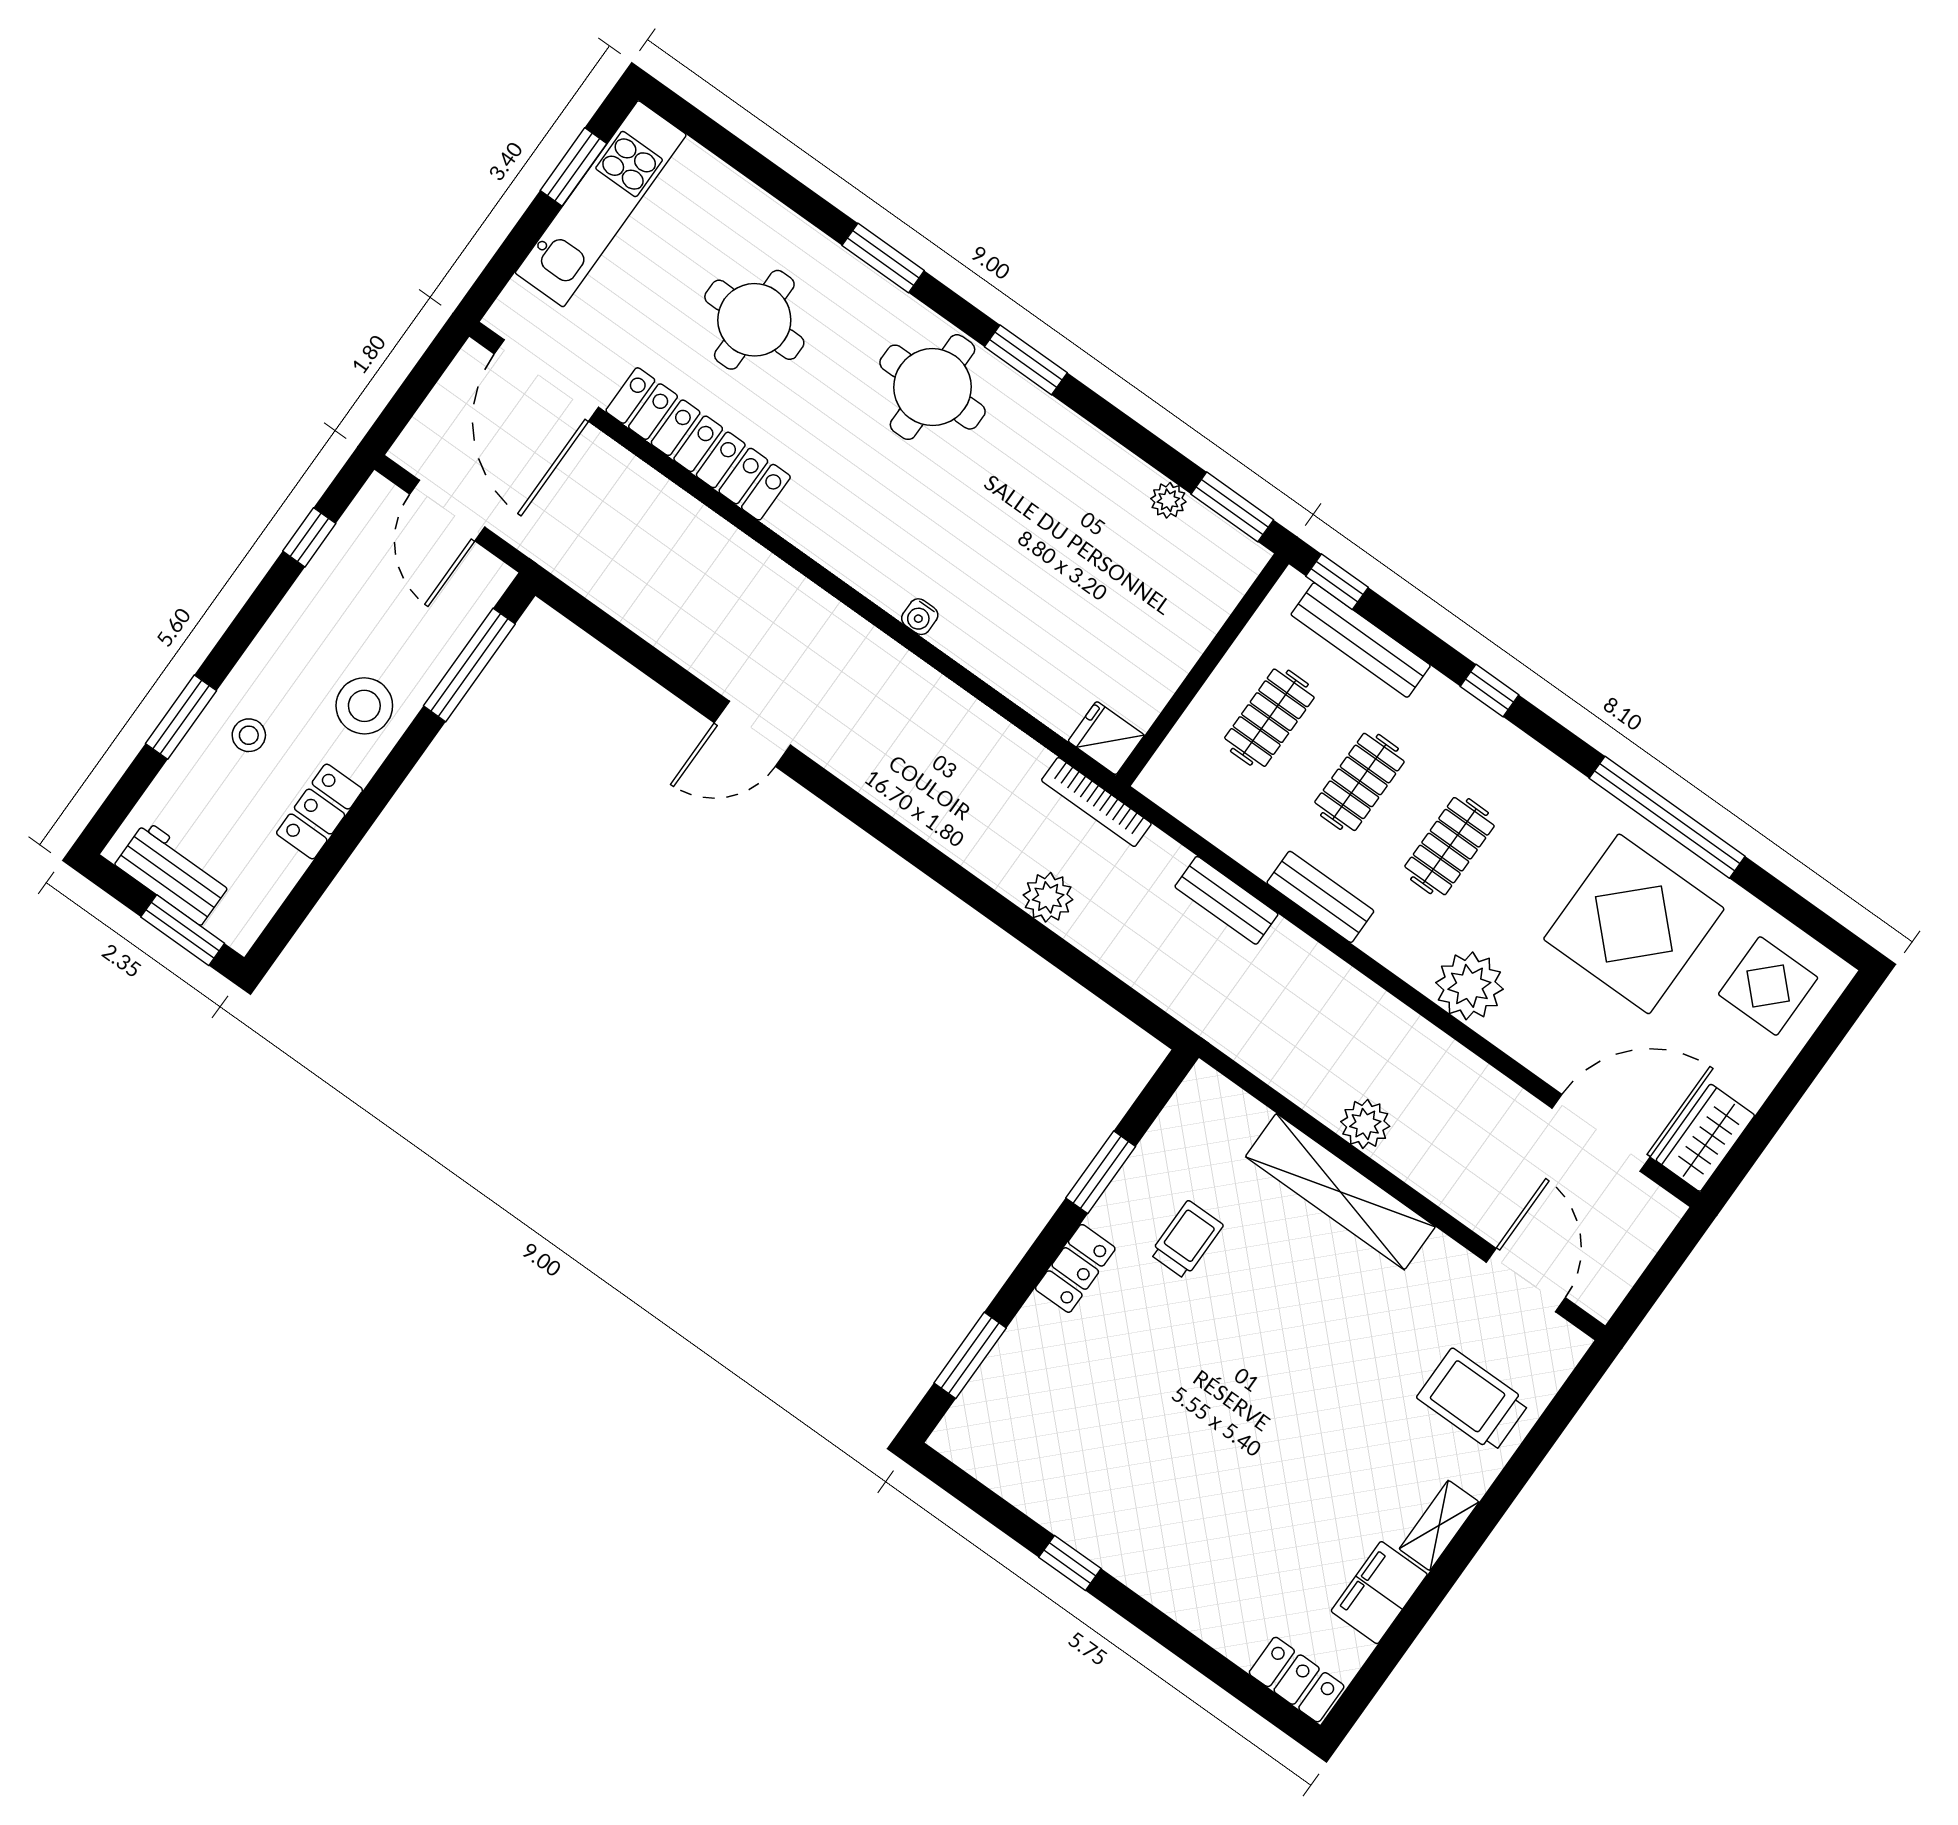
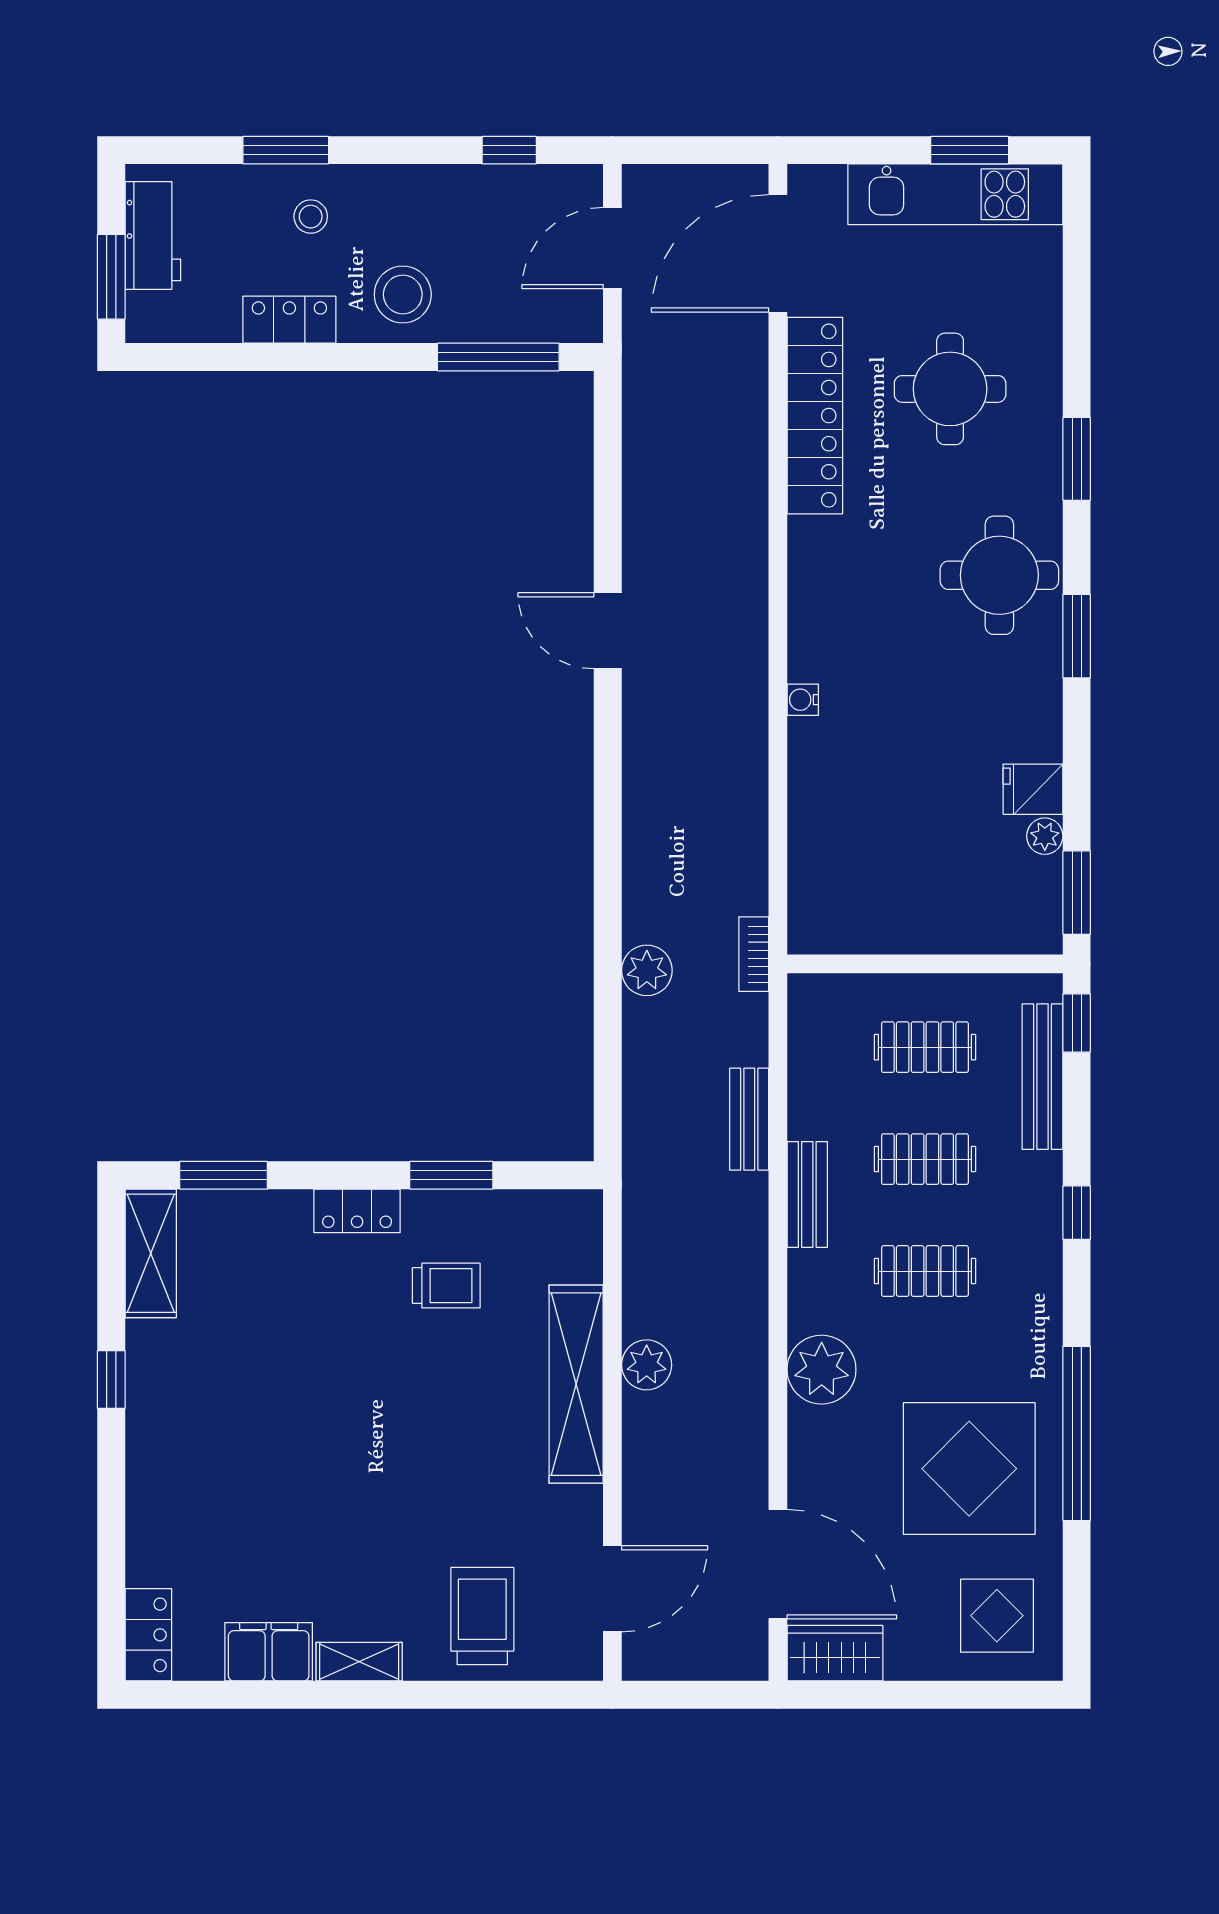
fridge: (1106, 738) -> (1033, 789), moved, turned -90
bookcase: (1096, 802) -> (754, 954), width x0.64
shelving: (991, 1459) -> (151, 1253), added

